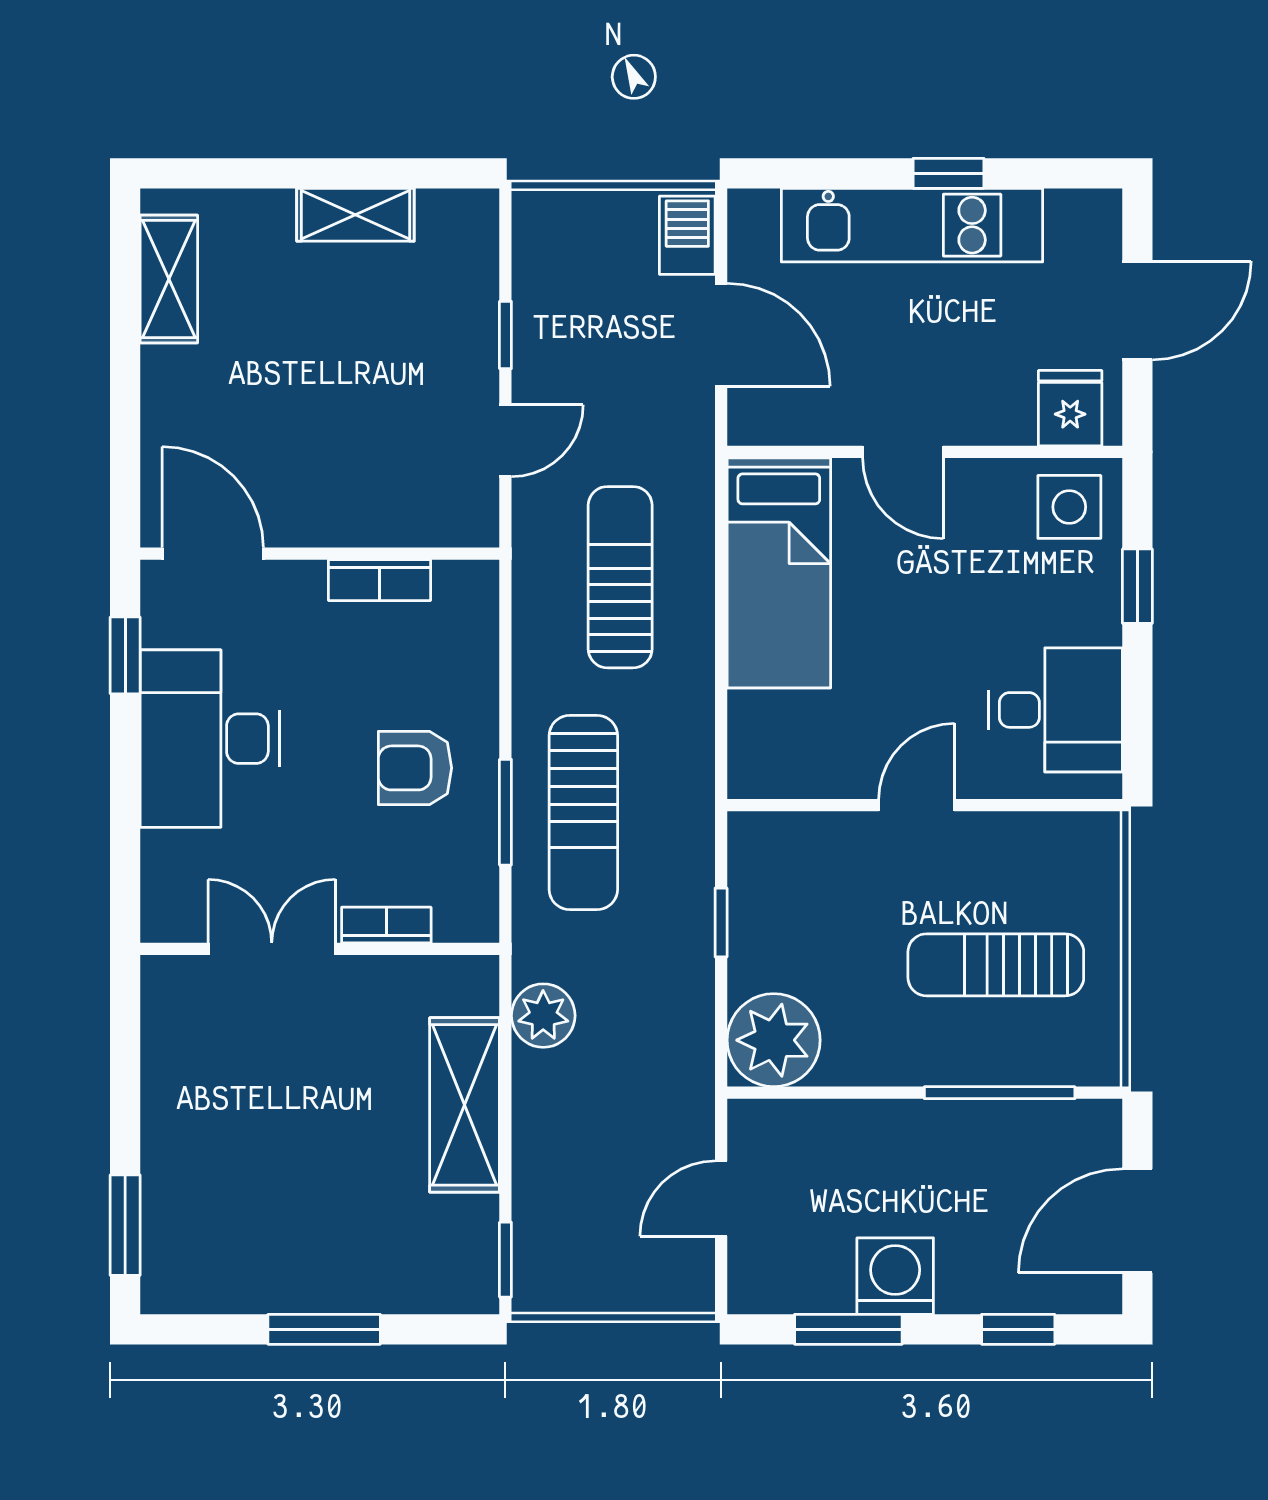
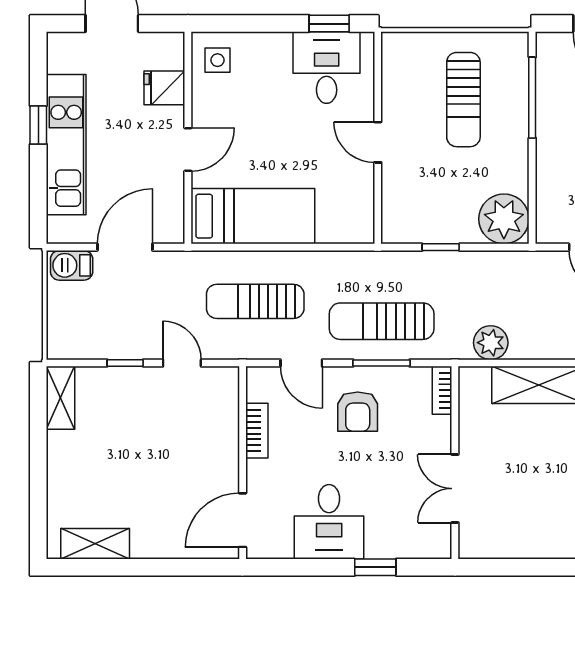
shelving: (355, 215) -> (61, 398), moved
fridge: (1070, 408) -> (164, 88), moved
side table: (1069, 507) -> (218, 60), width x0.73, depth x0.73
window: (1137, 586) -> (329, 24), moved
window: (125, 655) -> (375, 567), moved
door: (505, 663) -> (301, 363), added
desk: (210, 739) -> (329, 522), width x0.73
sun lounger: (583, 812) -> (382, 321), turned 180
bookcase: (386, 925) -> (442, 390), moved

